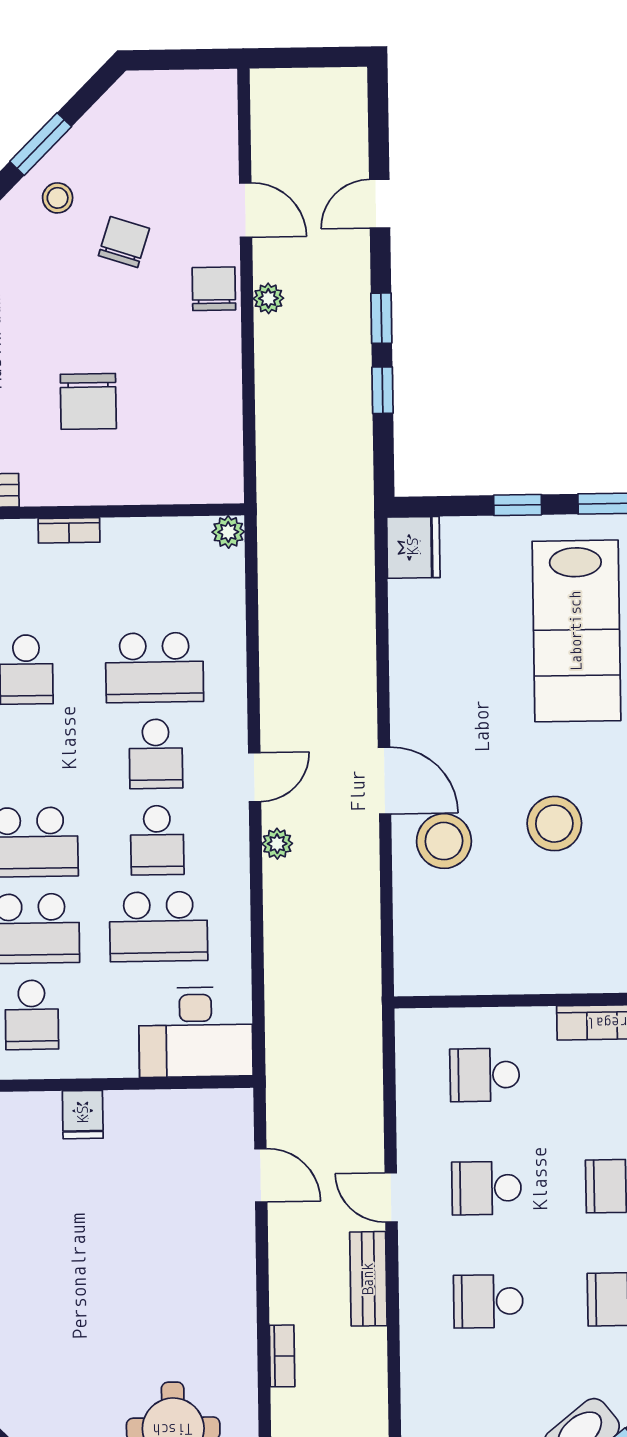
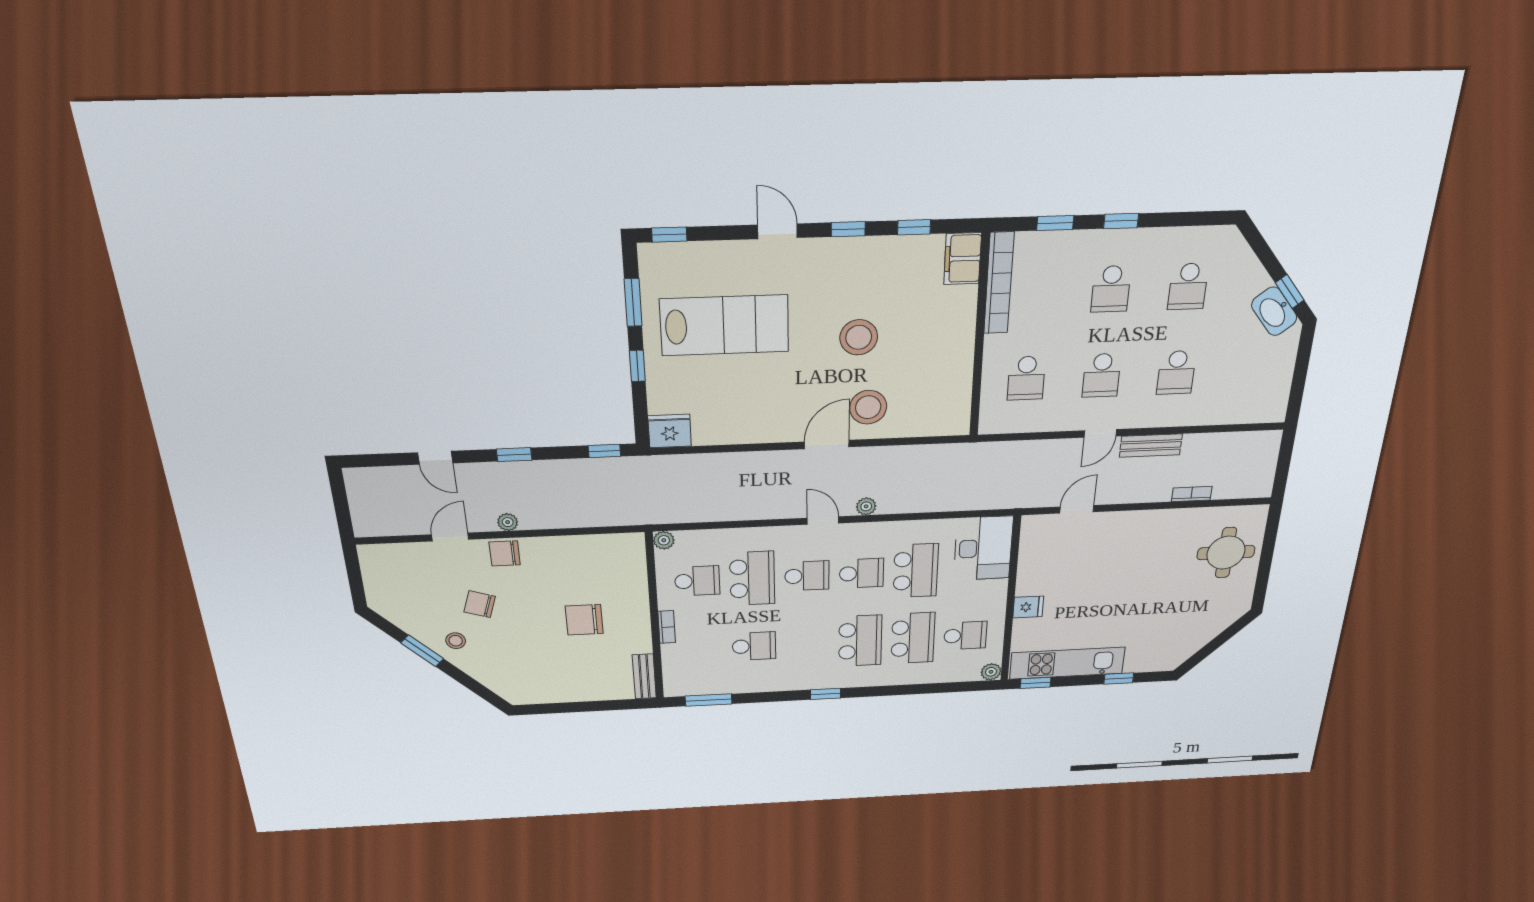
window: (382, 390) -> (604, 451), moved
chair: (88, 401) -> (584, 620), turned 180
school desk: (153, 581) -> (697, 581), added

